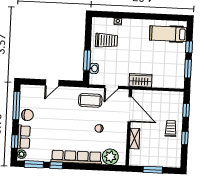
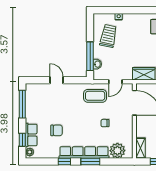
trolley: (106, 40) -> (108, 36), turned -78
window: (87, 60) -> (90, 56), width x1.44
door: (52, 83) -> (57, 80), swing flipped
chair: (28, 115) -> (57, 130), moved
shelving: (135, 139) -> (140, 148), moved
window: (34, 164) -> (90, 161), moved

